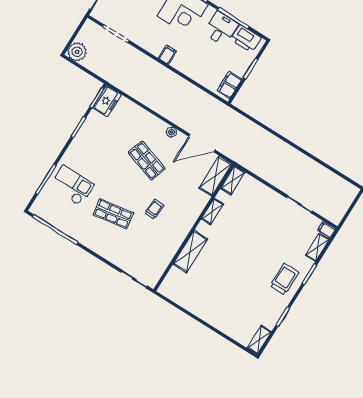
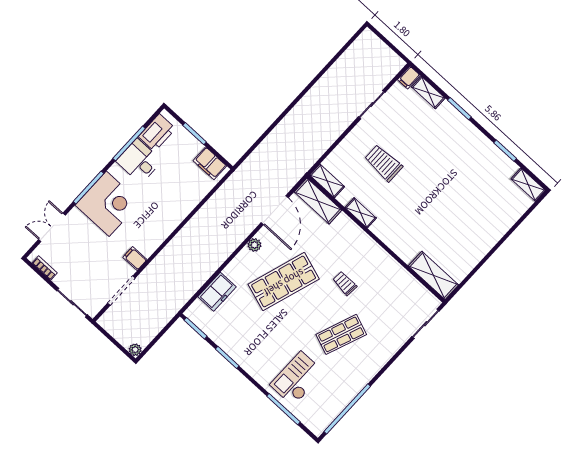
plant: (77, 52) -> (135, 350), width x0.53, depth x0.53
filing cabinet: (167, 55) -> (135, 258), moved
freezer: (107, 101) -> (217, 292), moved, turned 90
shop shelf: (147, 161) -> (284, 282), width x1.43, depth x1.36
shop shelf: (113, 214) -> (341, 334), turned 30
shelving: (190, 252) -> (433, 275), moved
trolley: (284, 279) -> (384, 163), moved

